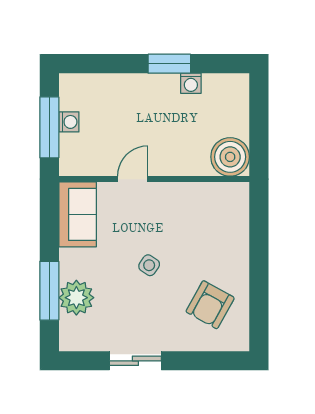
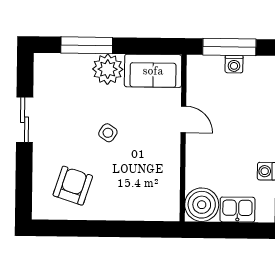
kitchen sink: (235, 116) -> (237, 210), added
plant: (76, 298) -> (108, 69), moved
armchair: (210, 305) -> (73, 186), turned 79

